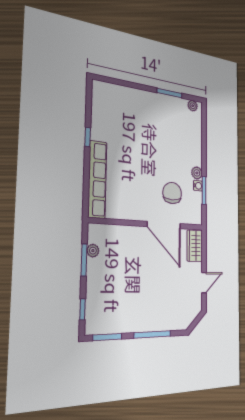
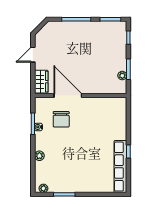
plant: (197, 173) -> (39, 156), moved
row of seats: (97, 179) -> (120, 167), moved

